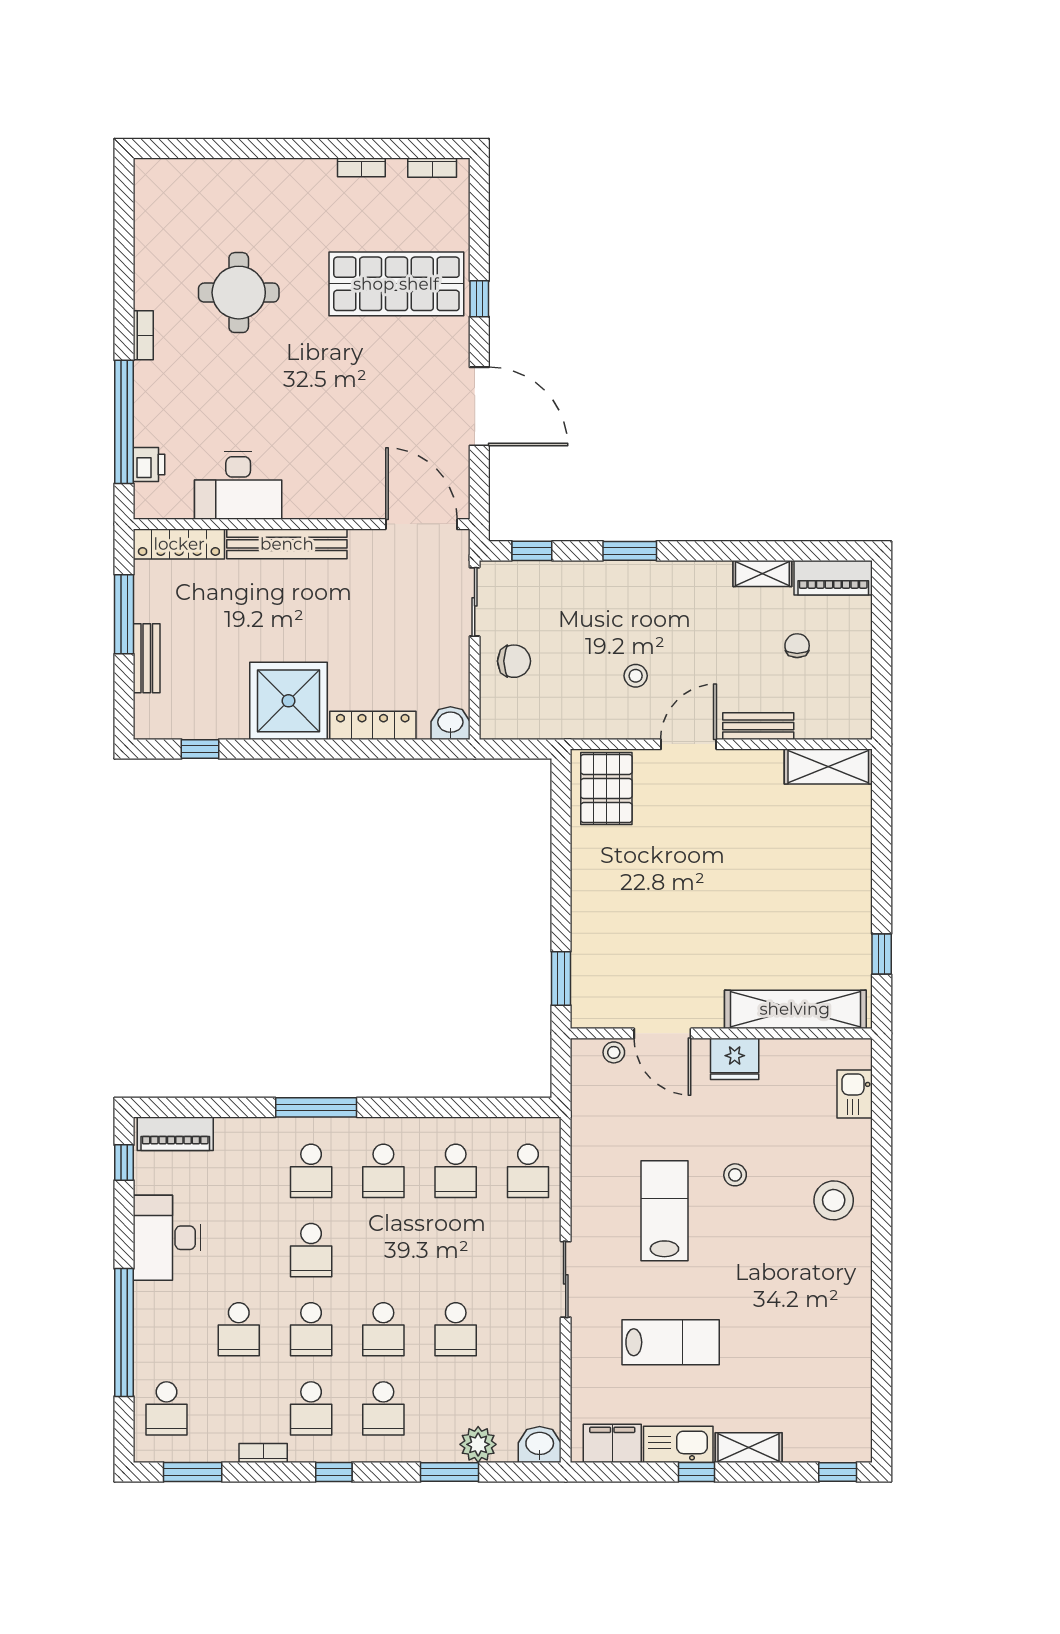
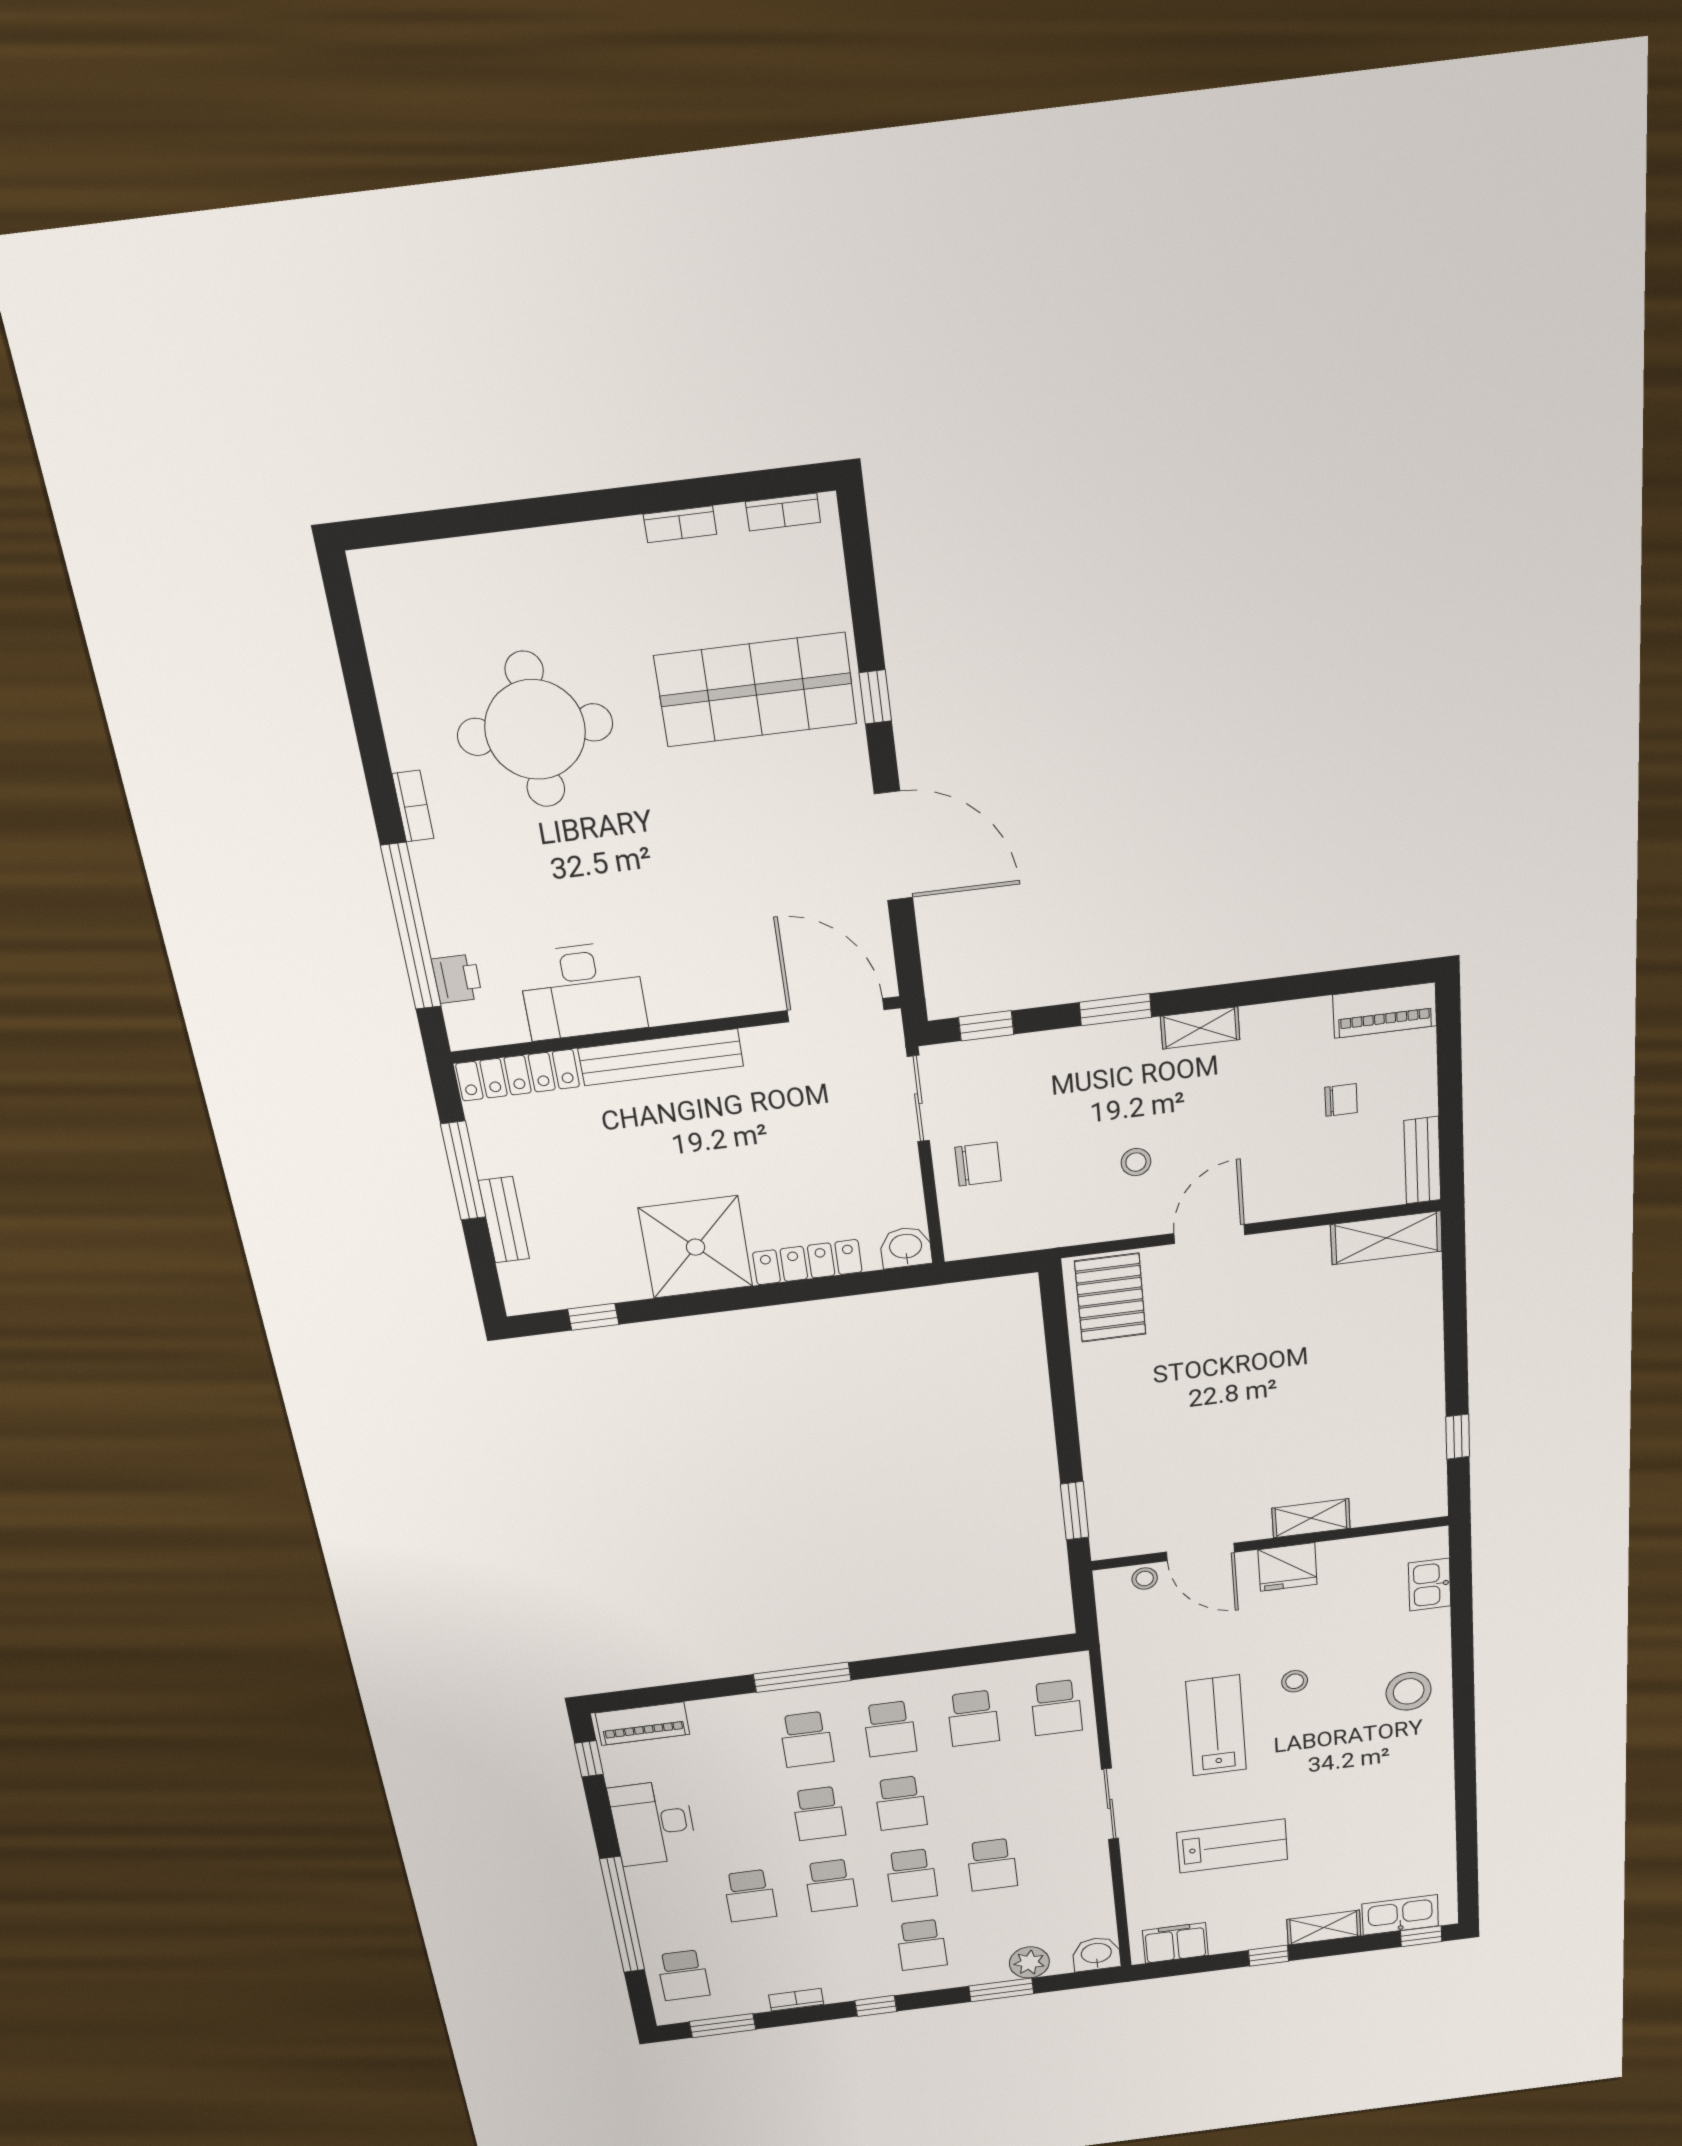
round table: (239, 293) -> (535, 730), width x1.36, depth x1.36
shelving: (762, 574) -> (1200, 1028), moved
chair: (797, 646) -> (1341, 1100), turned 90
bench: (758, 726) -> (1422, 1160), moved, turned 90
shelving: (795, 1009) -> (1311, 1518), width x0.45, depth x0.75
school desk: (311, 1408) -> (901, 1803), moved
kitchen sink: (678, 1444) -> (1400, 1915), moved

